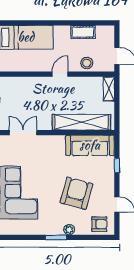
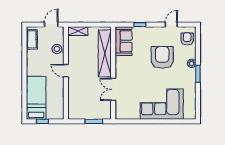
cot: (83, 32) -> (32, 39), moved
double door: (23, 133) -> (113, 89), moved
sofa: (90, 145) -> (124, 41), width x0.73
armchair: (76, 193) -> (162, 57), turned 75

